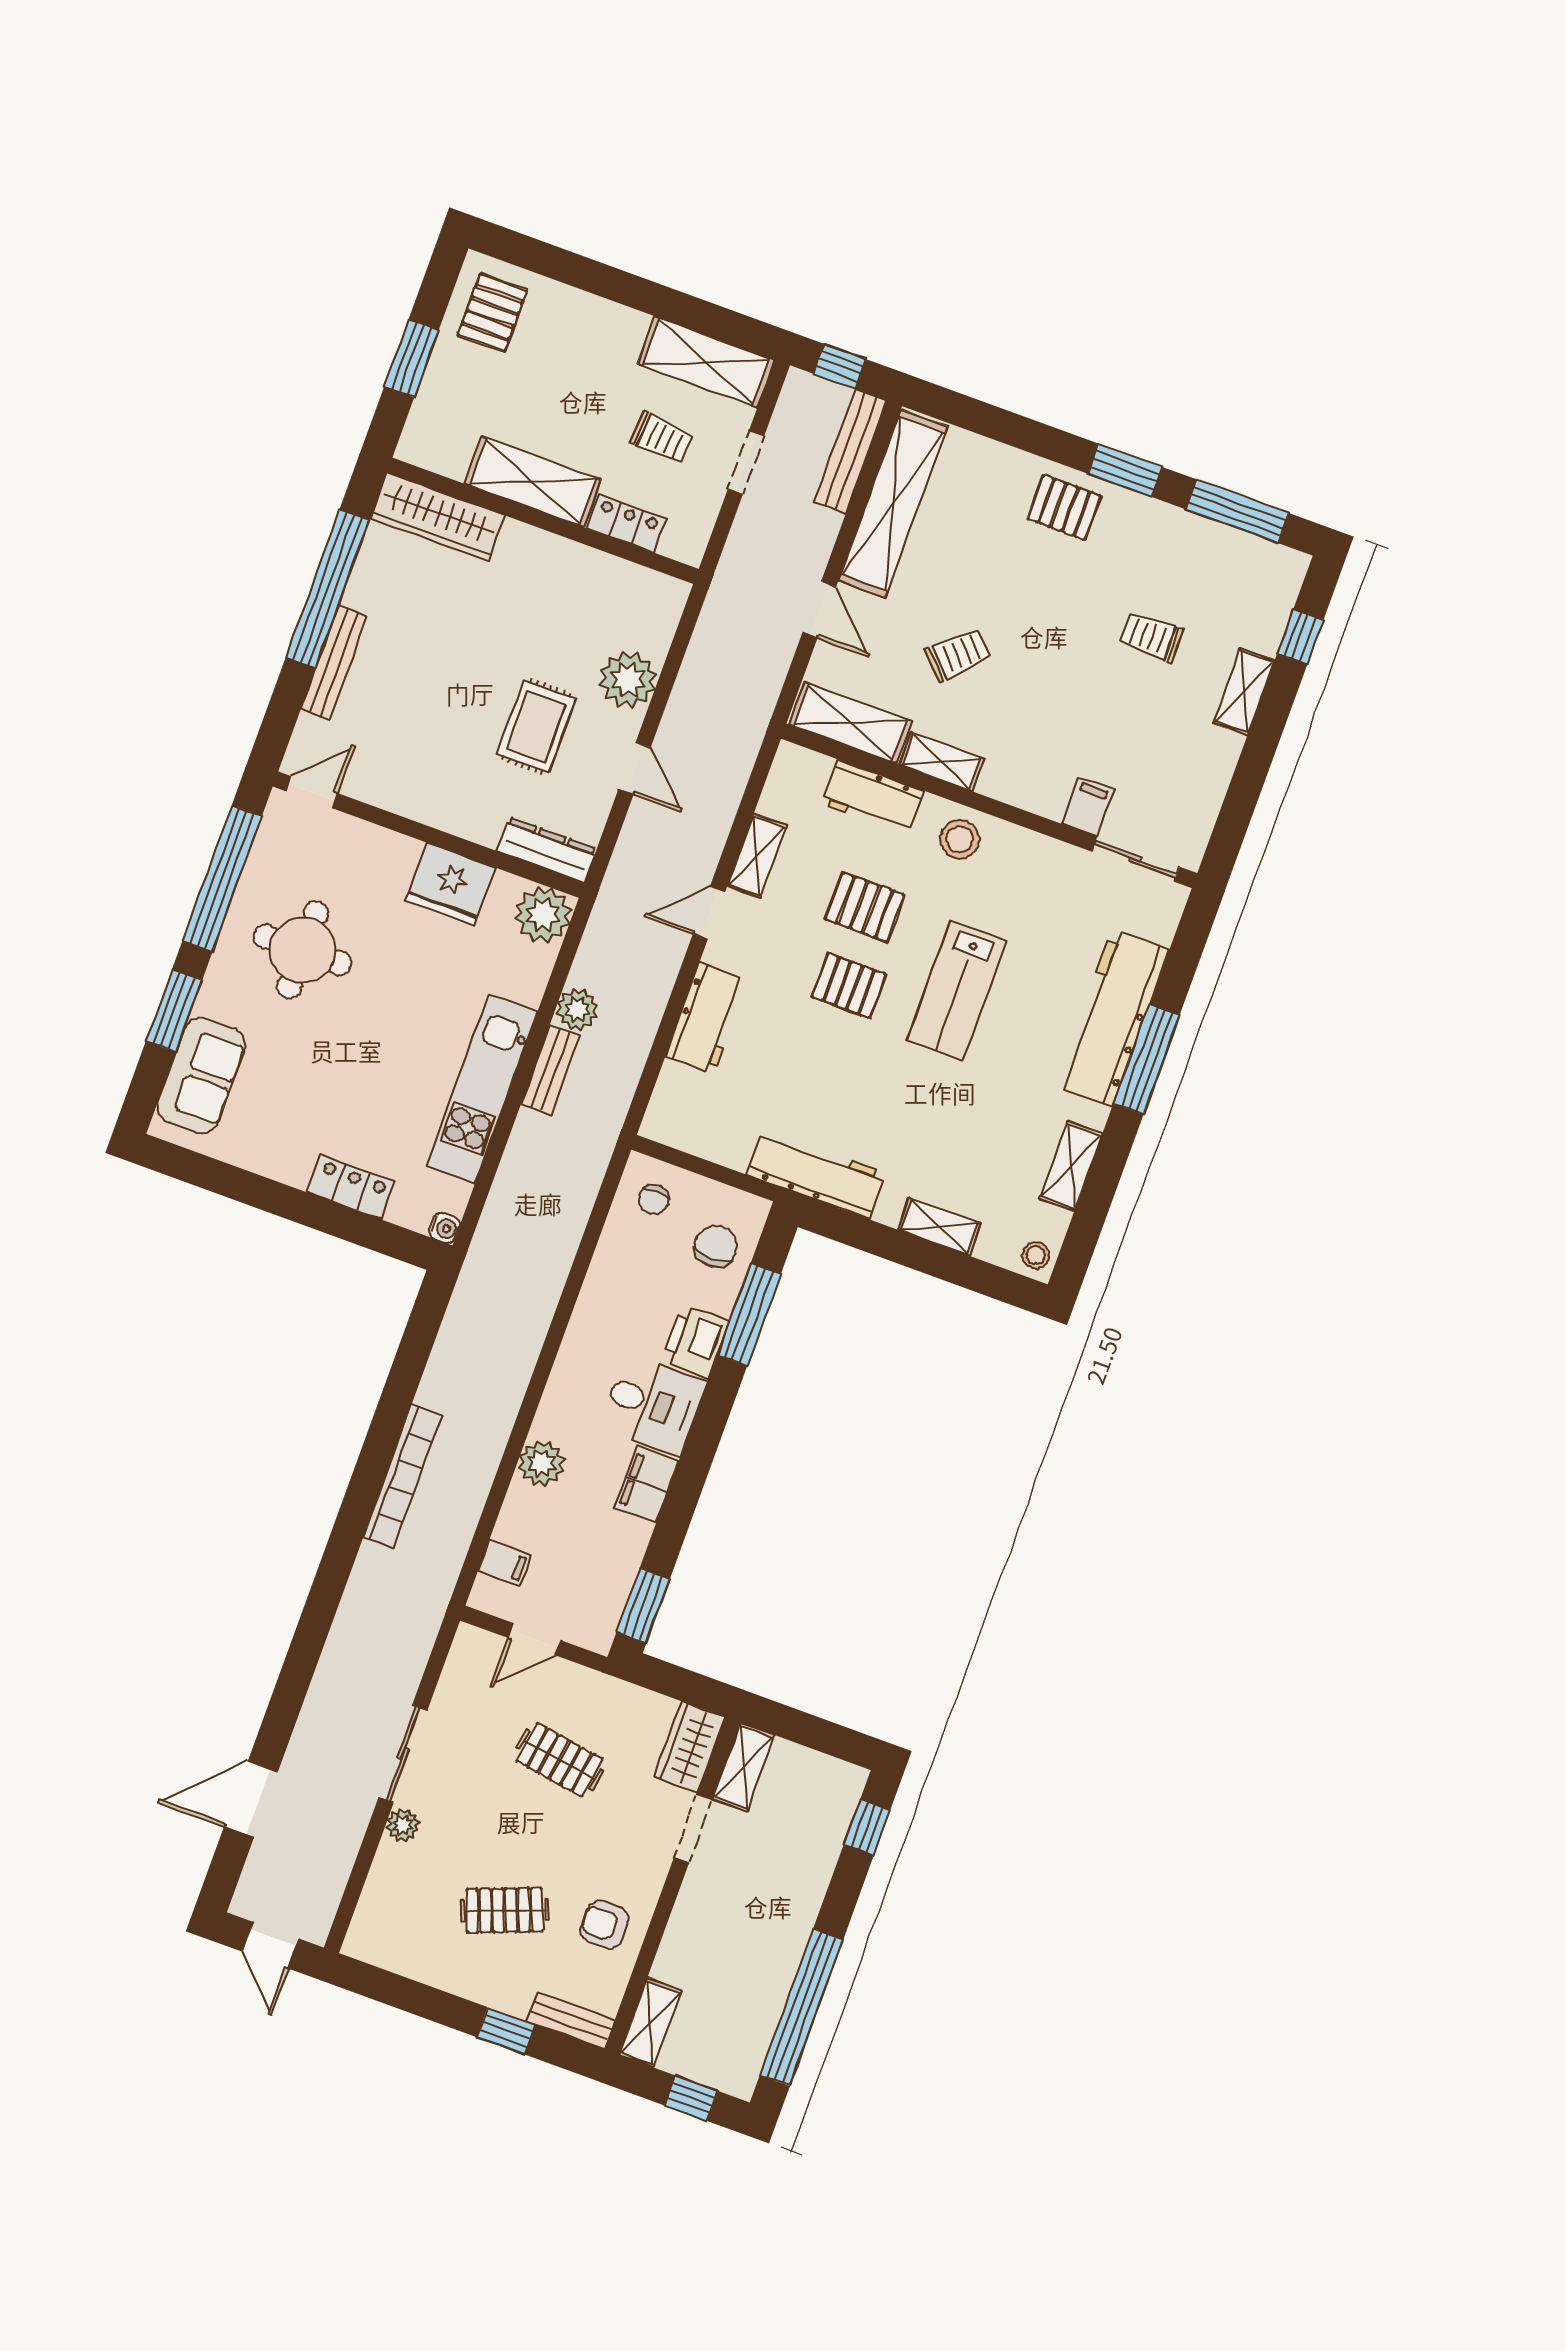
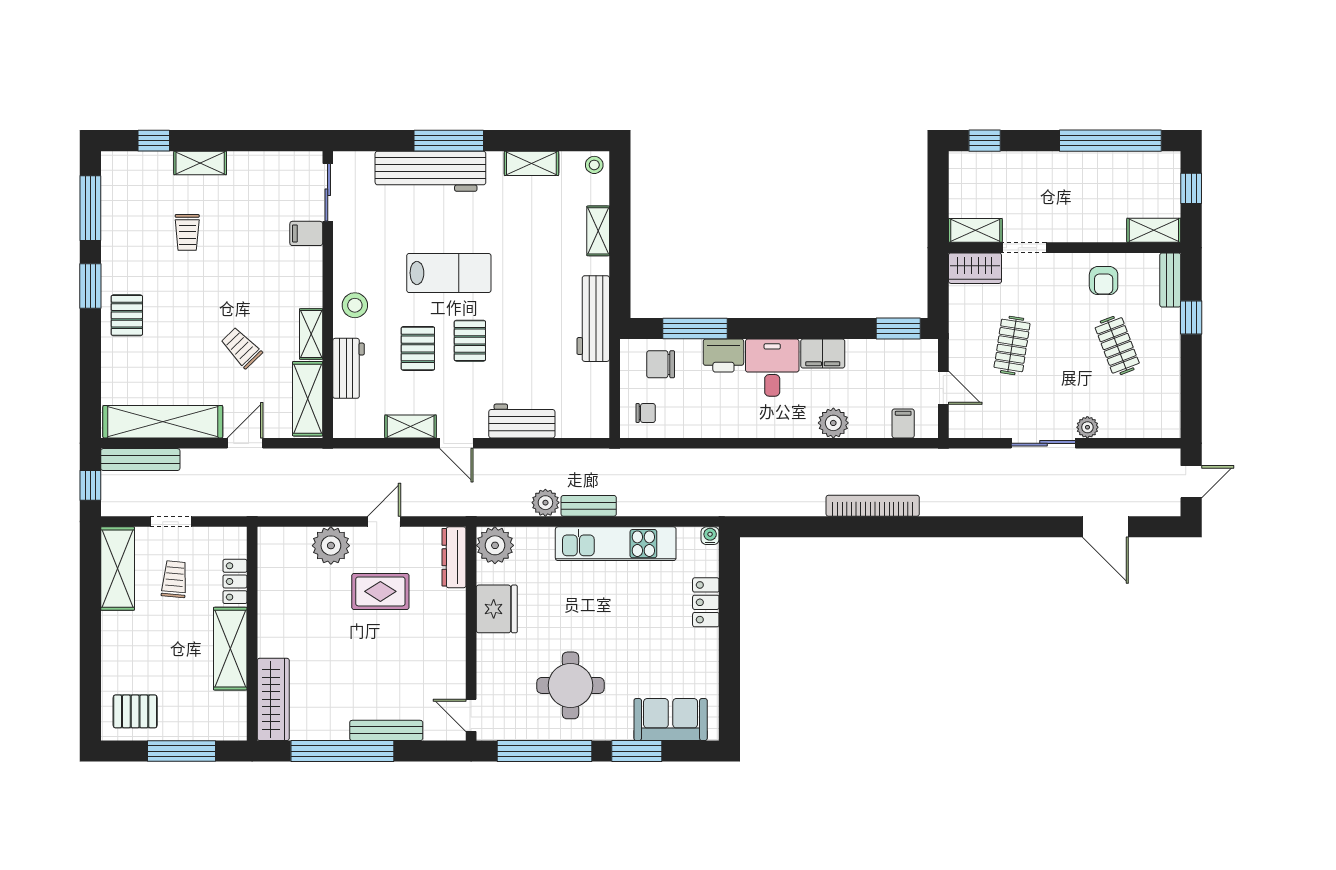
window: (411, 358) -> (181, 751), width x1.44

